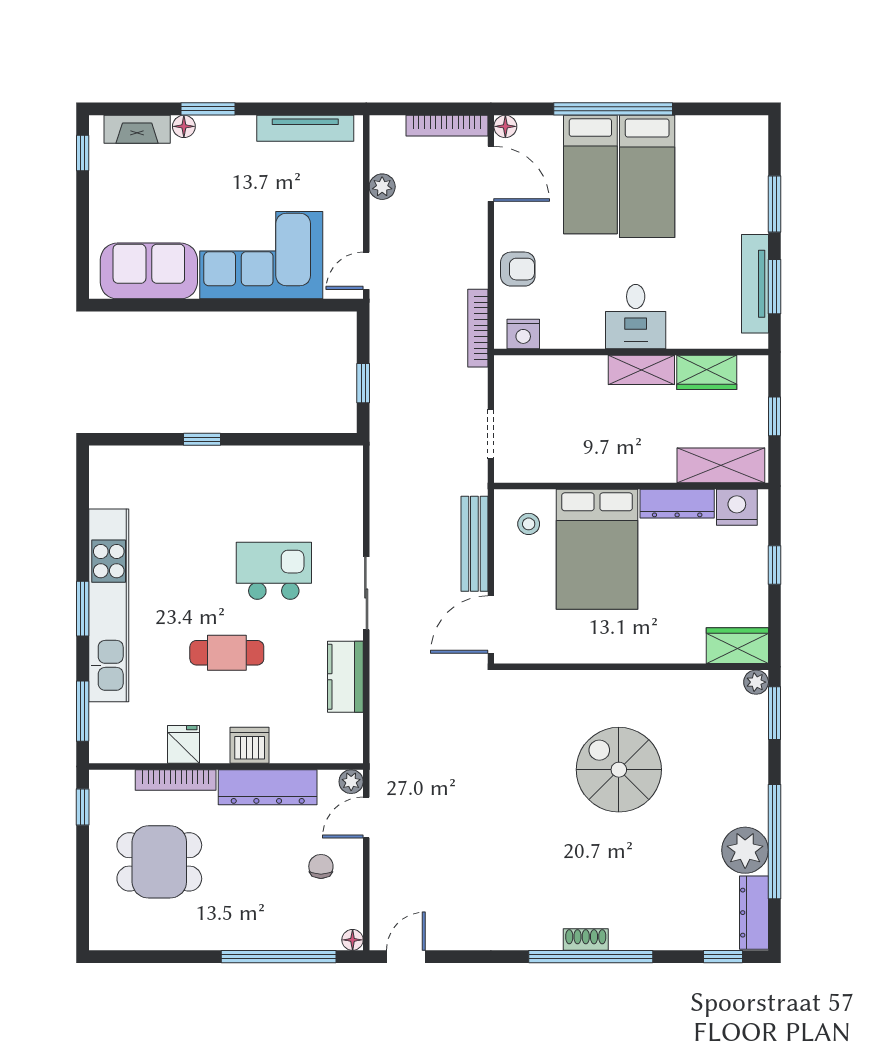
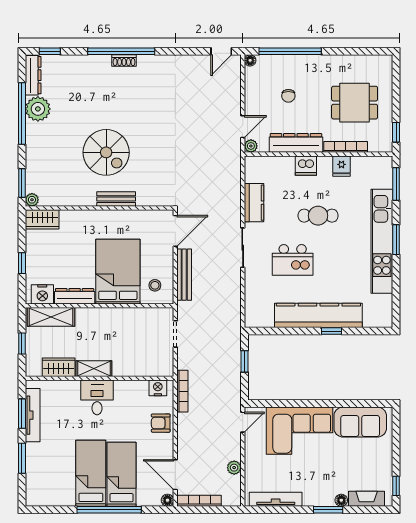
kitchen counter: (226, 468) -> (318, 315), added
bench: (600, 683) -> (116, 199), added
chair: (321, 866) -> (288, 96), moved

